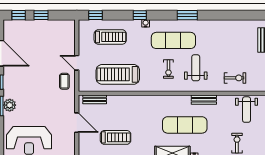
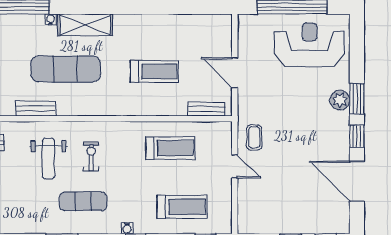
treadmill: (110, 37) -> (182, 207), turned 180
exercise mat: (173, 40) -> (83, 201), width x0.73, depth x0.69
treadmill: (118, 74) -> (170, 148), width x0.73, depth x0.73
treadmill: (116, 137) -> (154, 71), moved, turned 180

